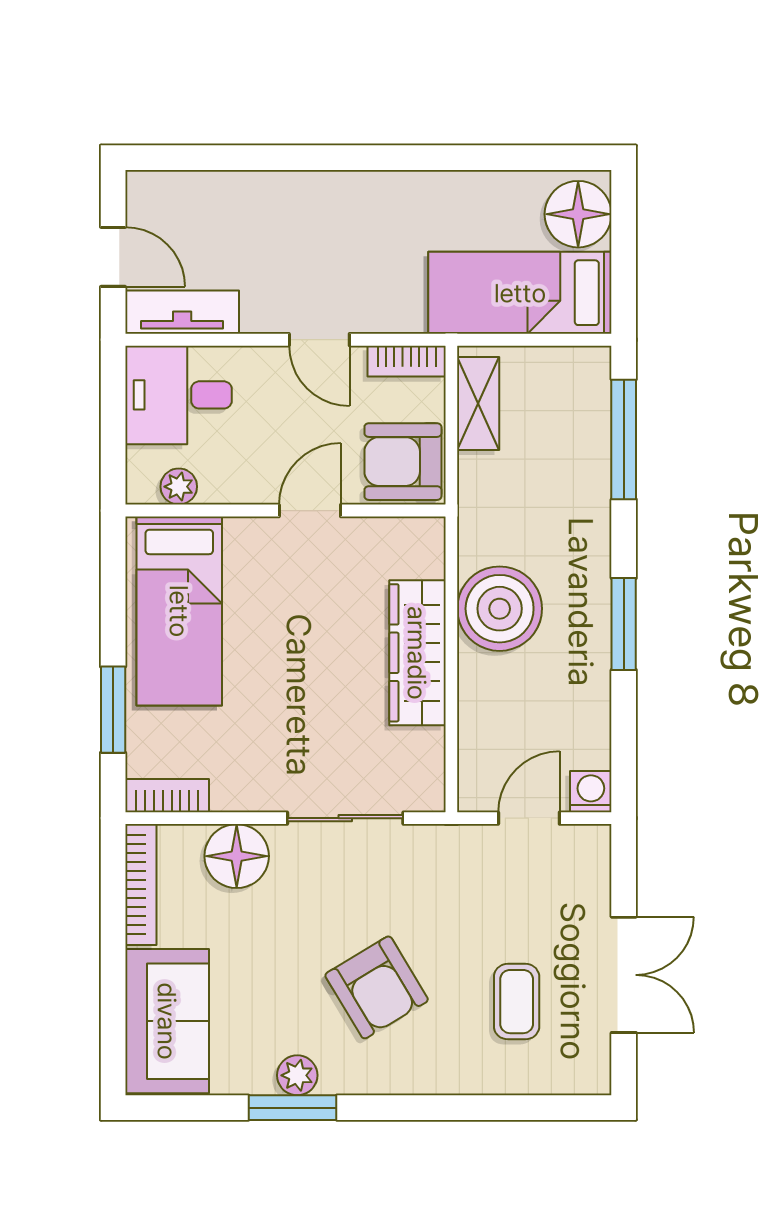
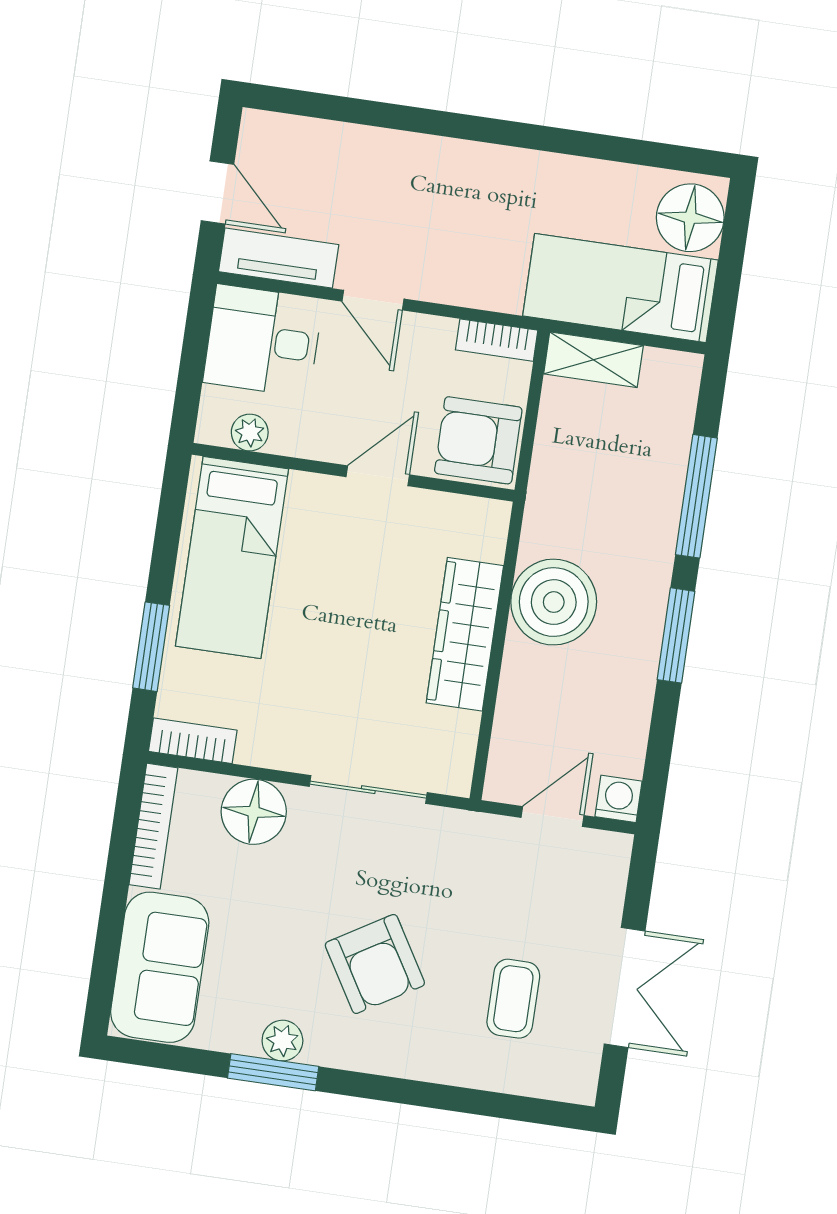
door: (319, 340) -> (373, 300), moved
shelving: (478, 403) -> (593, 360), moved, turned 90
window: (624, 439) -> (696, 496), moved

